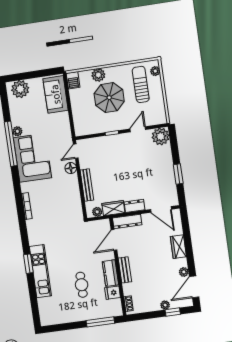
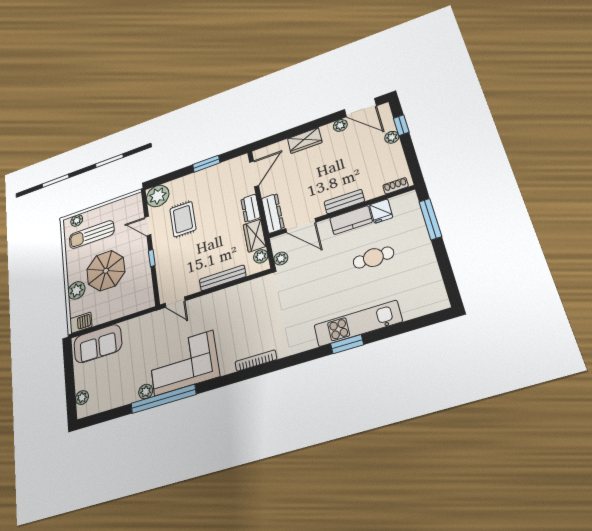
plant: (20, 89) -> (82, 398), width x0.53, depth x0.53
rug: (137, 156) -> (183, 219), added
floor lamp: (71, 168) -> (199, 305), removed
plant: (93, 225) -> (281, 258), added

